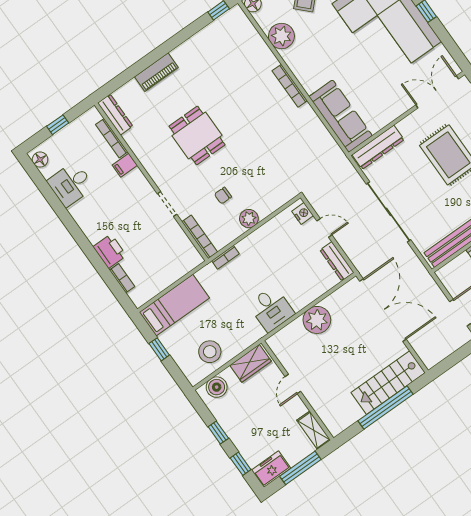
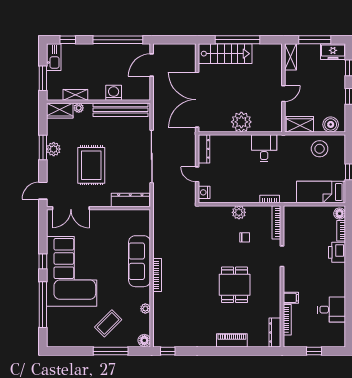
plant: (281, 36) -> (145, 309), width x0.53, depth x0.53
sofa: (341, 116) -> (140, 261), moved
floor lamp: (40, 160) -> (340, 214), moved

